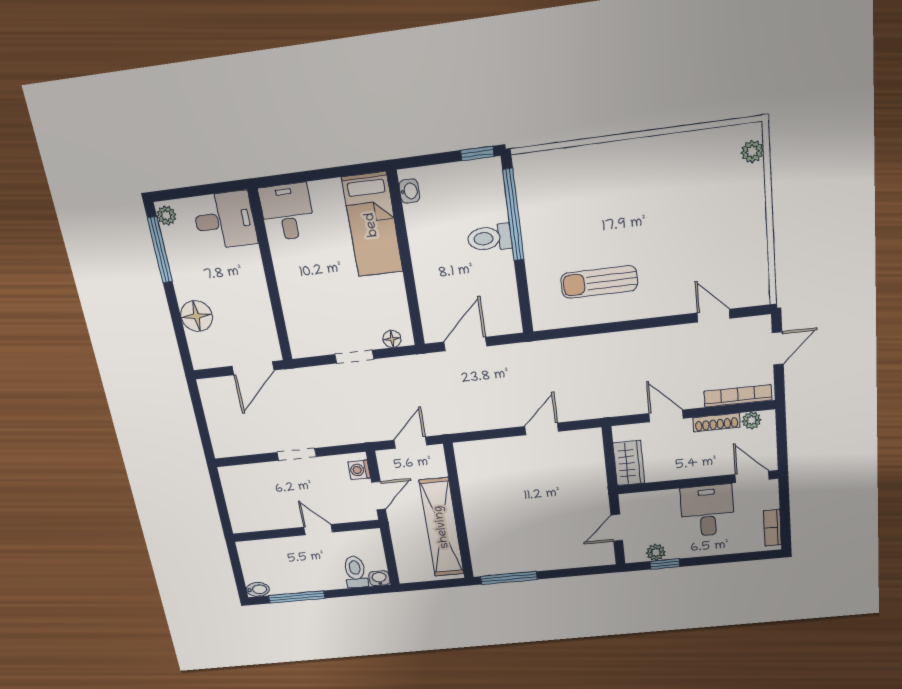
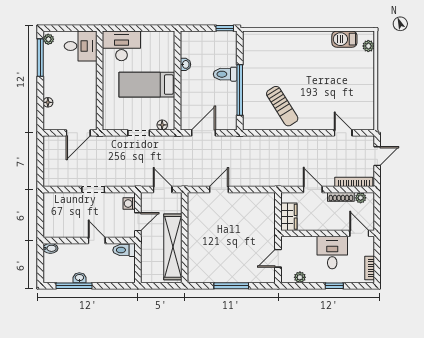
barbecue: (705, 144) -> (344, 39), added
washbasin: (409, 191) -> (185, 64), moved
desk: (287, 212) -> (121, 46), width x1.37
window: (513, 215) -> (240, 90), moved
bed: (372, 225) -> (147, 85), moved, turned 90
sun lounger: (599, 282) -> (282, 106), turned -122
floor lamp: (197, 316) -> (48, 102), width x0.53, depth x0.53
door: (542, 429) -> (219, 190), moved
door: (410, 443) -> (163, 190), hinge flipped
window: (665, 564) -> (334, 286), moved
toilet: (355, 572) -> (124, 250), moved, turned -90
washbasin: (379, 578) -> (79, 278), moved
window: (509, 578) -> (231, 286), moved
bidet: (258, 589) -> (50, 248), moved

